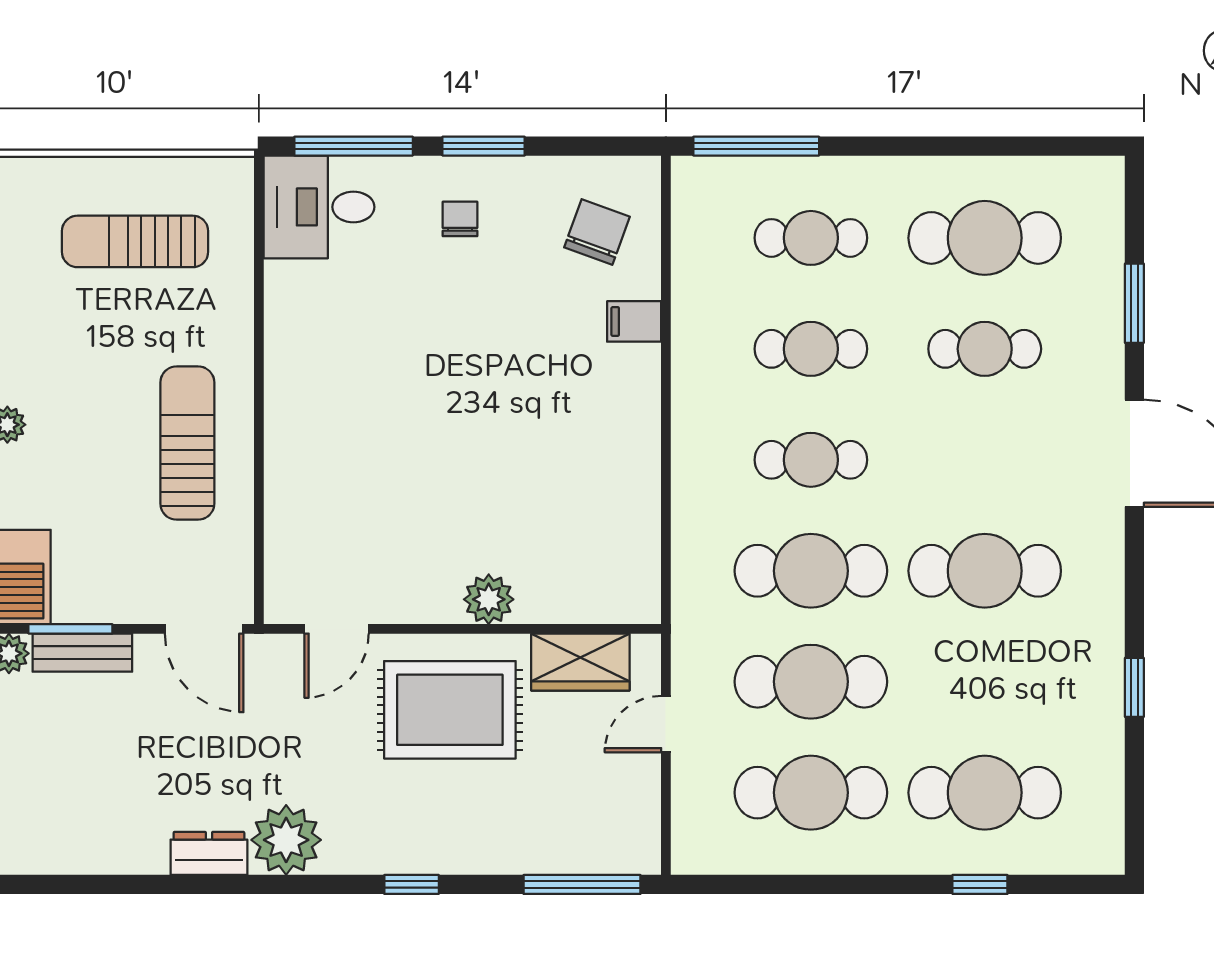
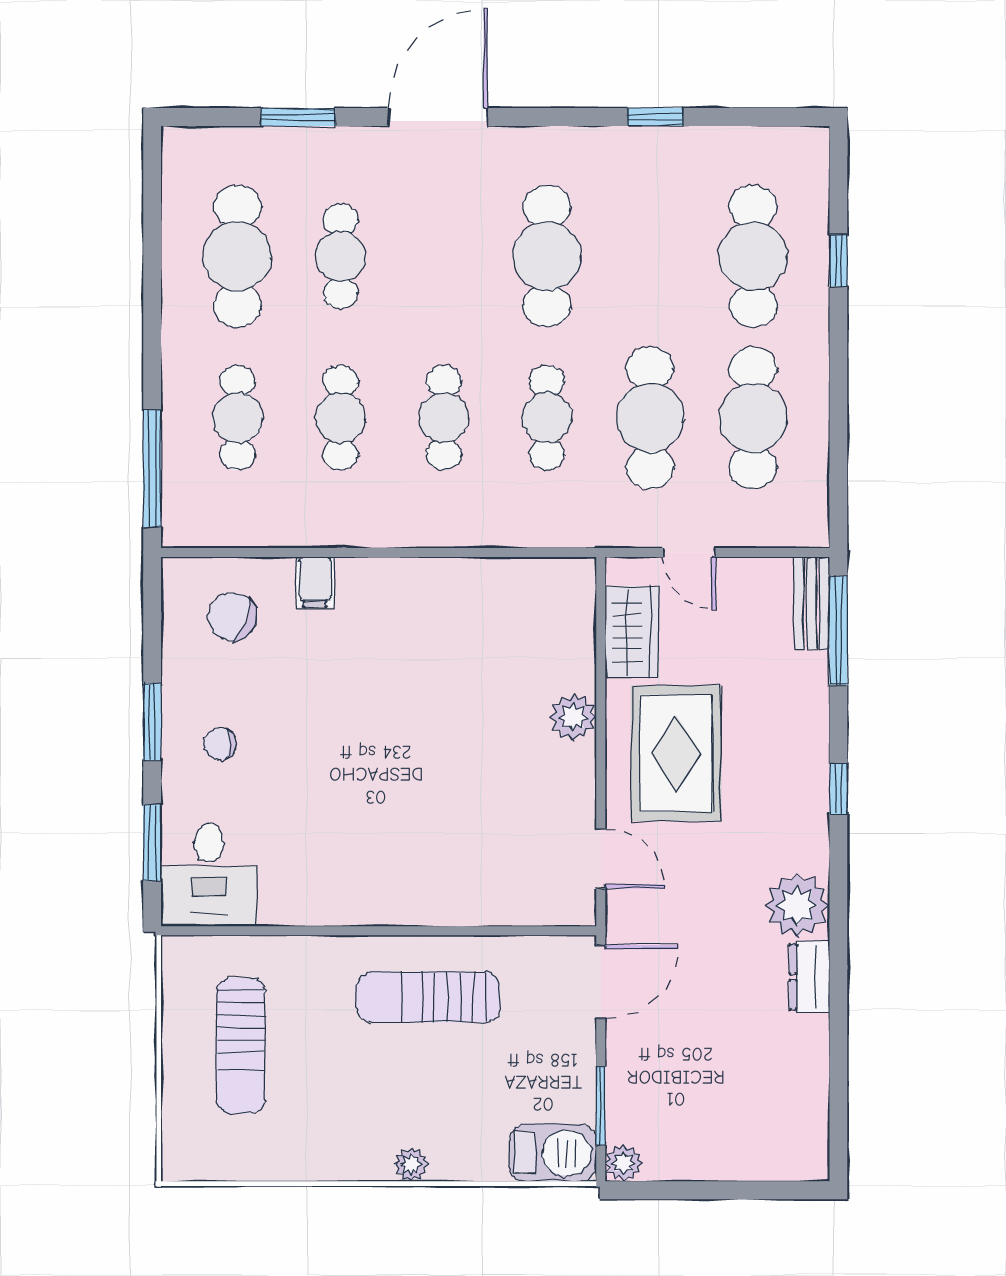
window: (354, 146) -> (152, 843), width x0.69
cafe table: (811, 571) -> (547, 418), width x0.73, depth x0.74
bench: (82, 653) -> (812, 603), moved

